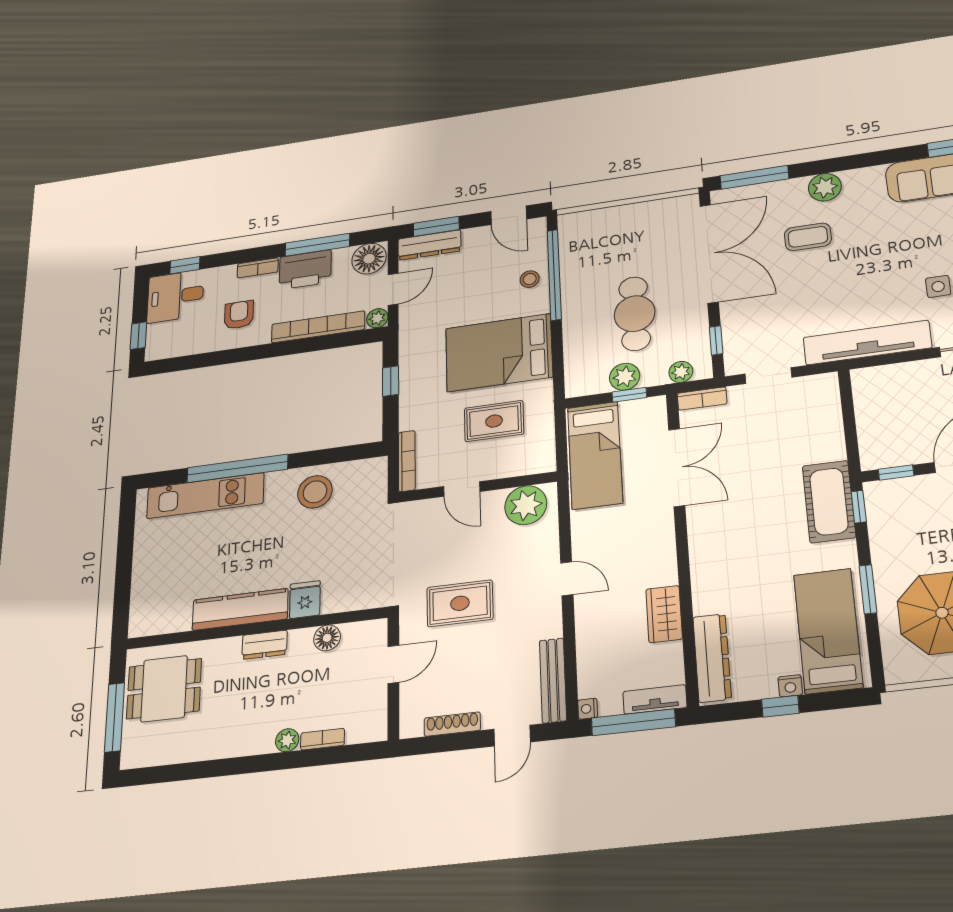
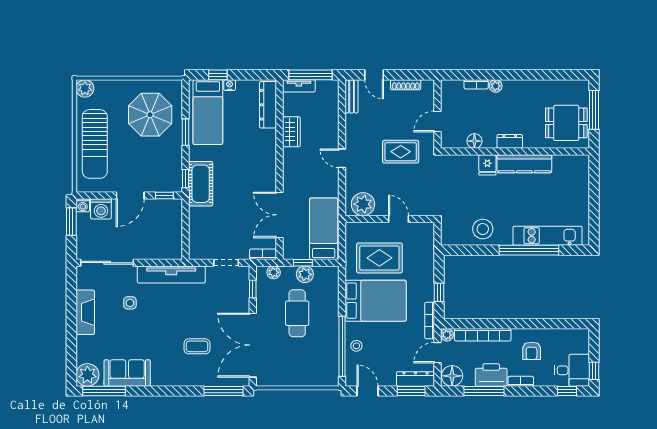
plant: (825, 187) -> (185, 377), removed
window: (138, 336) -> (594, 371), moved
rug: (494, 421) -> (379, 258), width x1.36, depth x1.43
bookcase: (407, 461) -> (430, 320), moved
bench: (553, 680) -> (352, 96), width x0.73
window: (780, 706) -> (218, 75), moved
nightstand: (588, 709) -> (334, 85), removed
door: (512, 736) -> (374, 75), swing flipped

